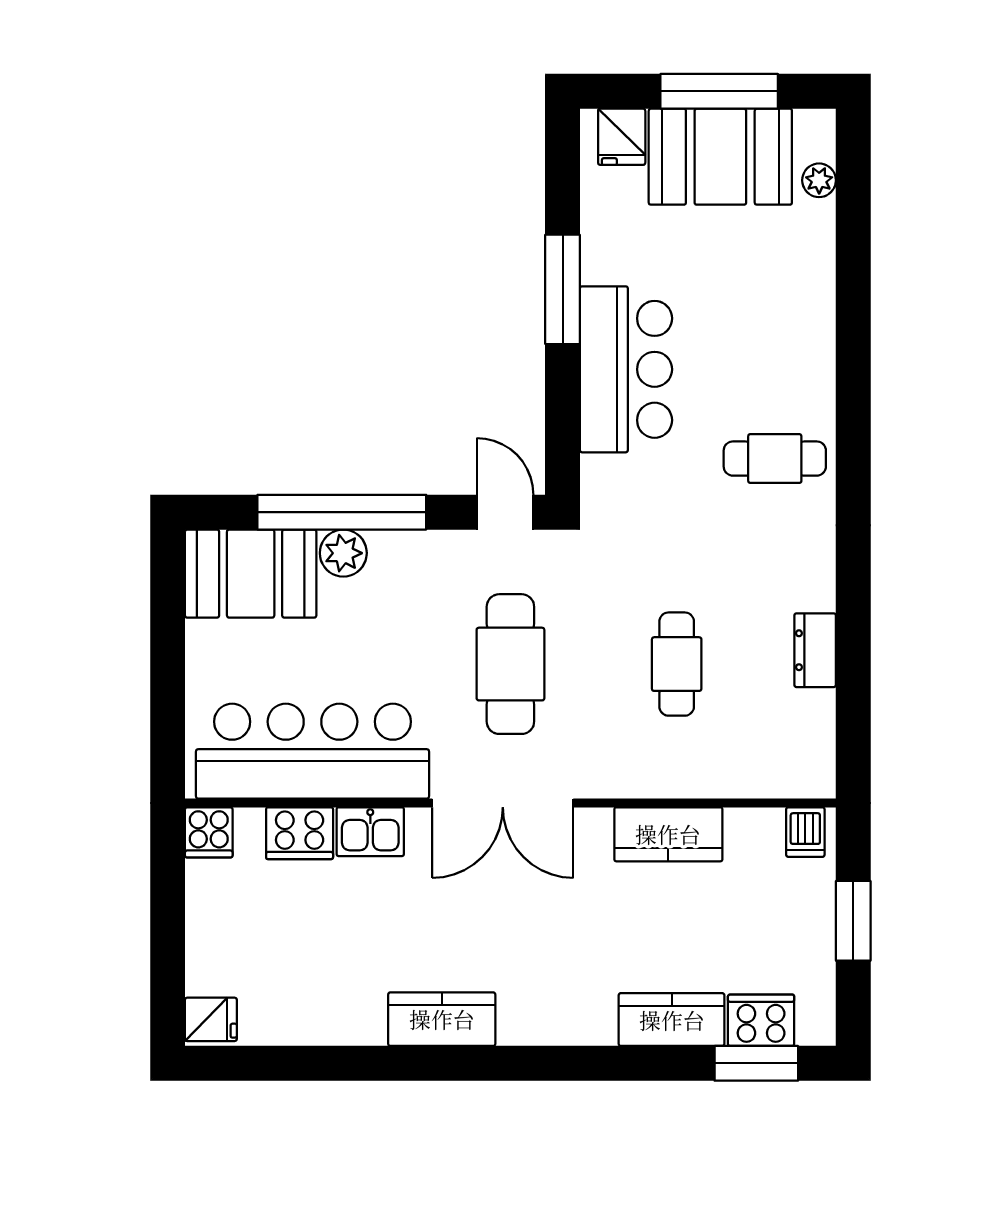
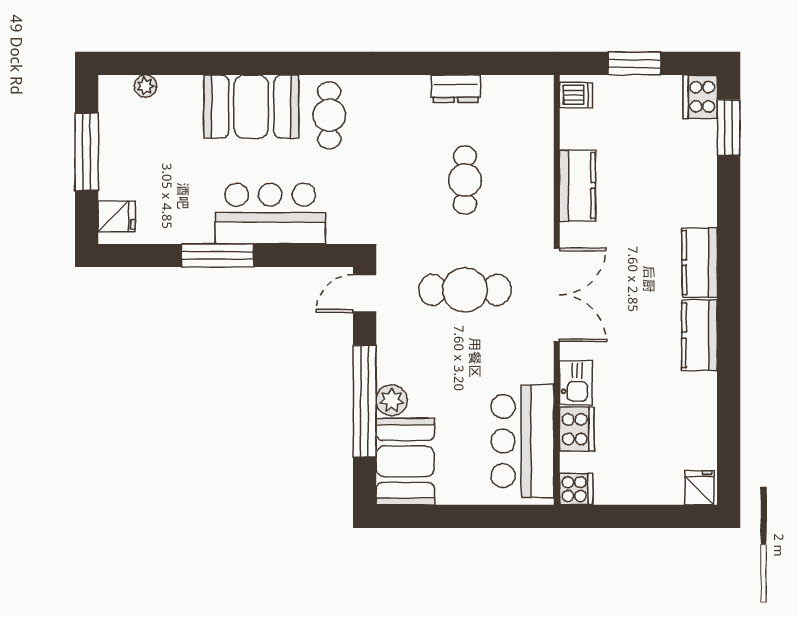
booth: (720, 157) -> (251, 107), moved, turned 90
cafe table: (677, 664) -> (465, 180), turned 90
bar counter: (313, 751) -> (522, 441), width x0.73
kitchen counter: (672, 1020) -> (700, 263), moved
cooker: (761, 1020) -> (700, 97), moved

